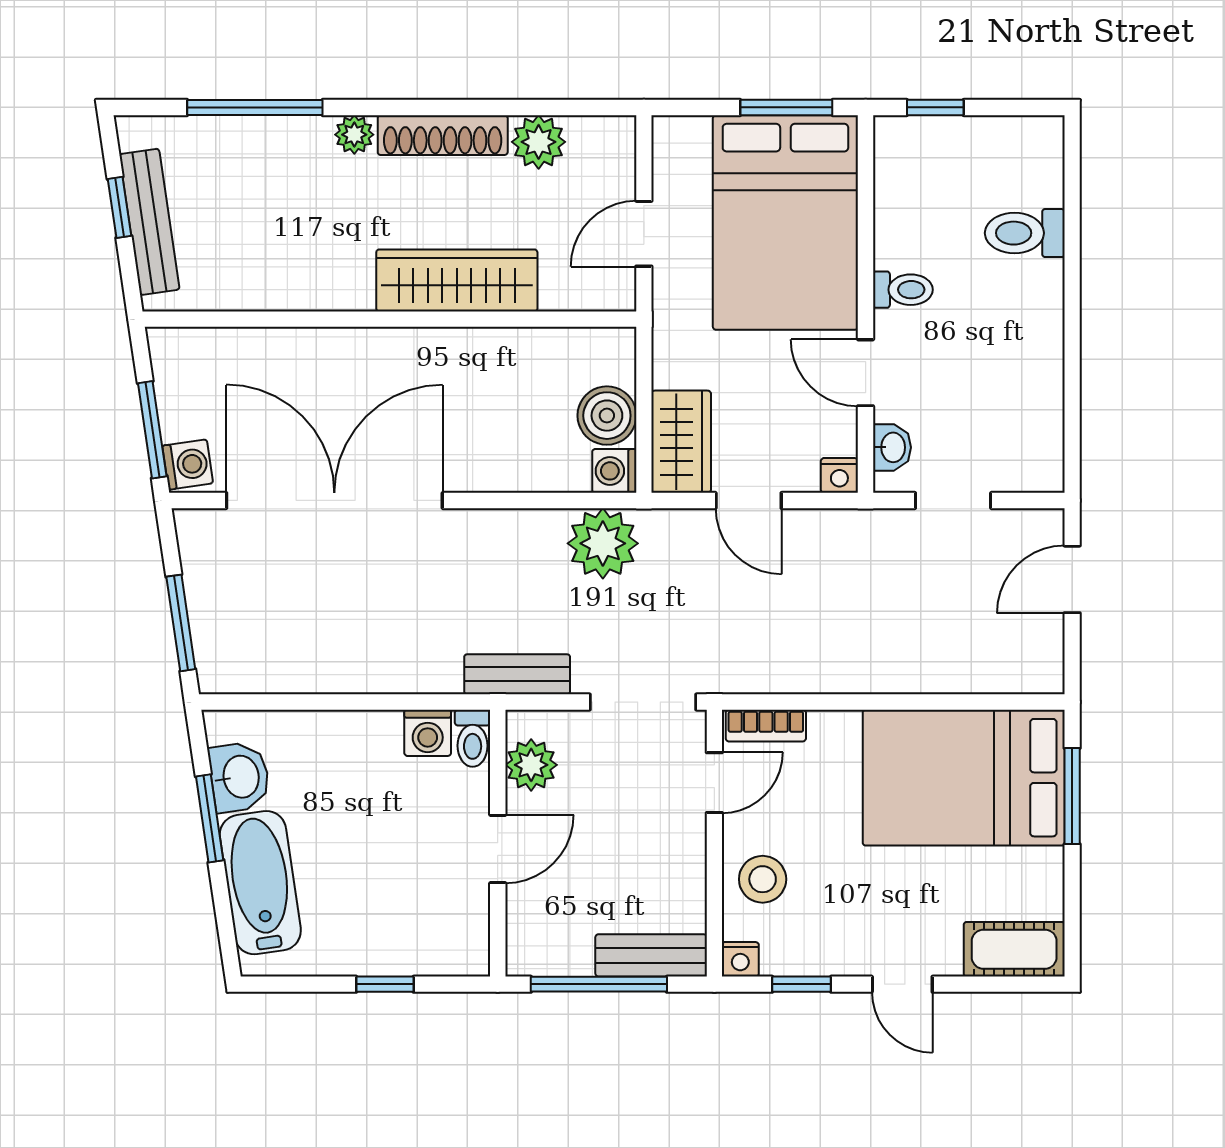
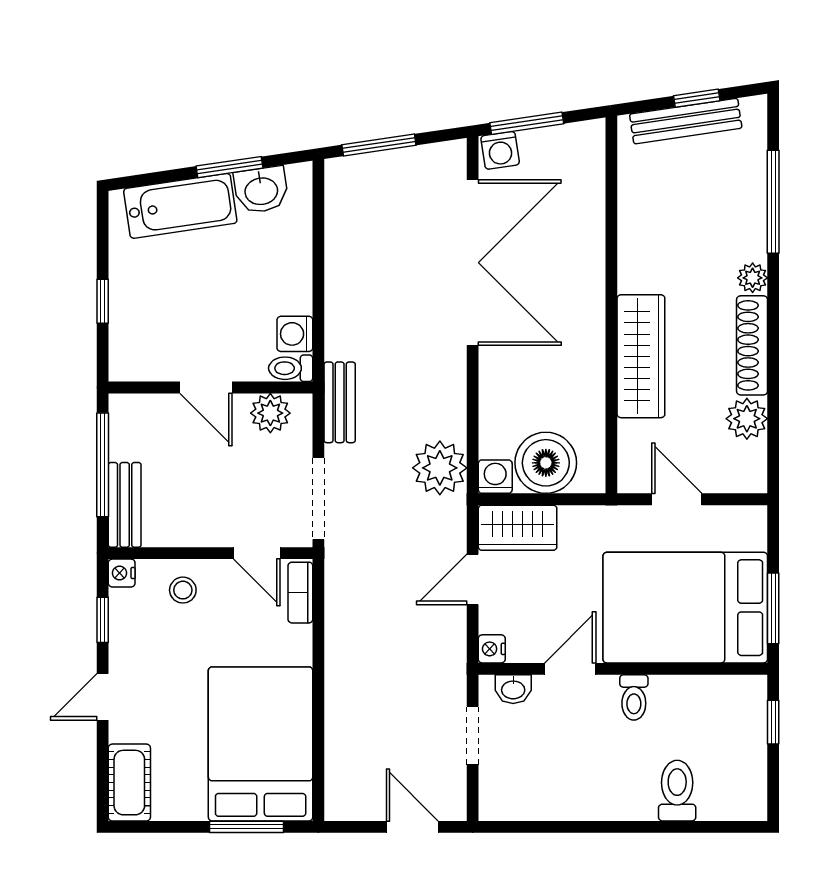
boiler: (607, 416) -> (546, 463), width x1.37, depth x1.37
stool: (763, 879) -> (183, 590), width x0.73, depth x0.73

